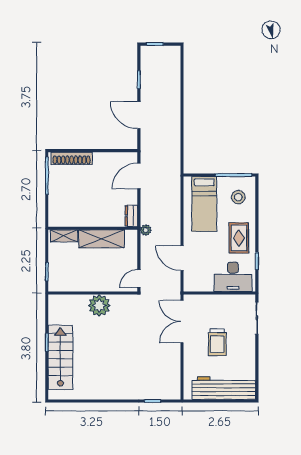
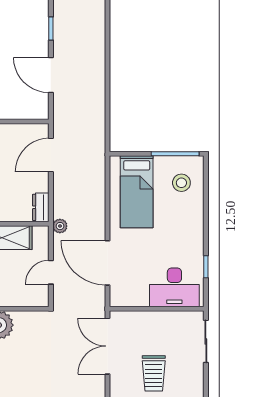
rug: (239, 238) -> (182, 236), removed
door: (182, 258) -> (108, 263), width x1.36
door: (139, 279) -> (51, 272), moved

